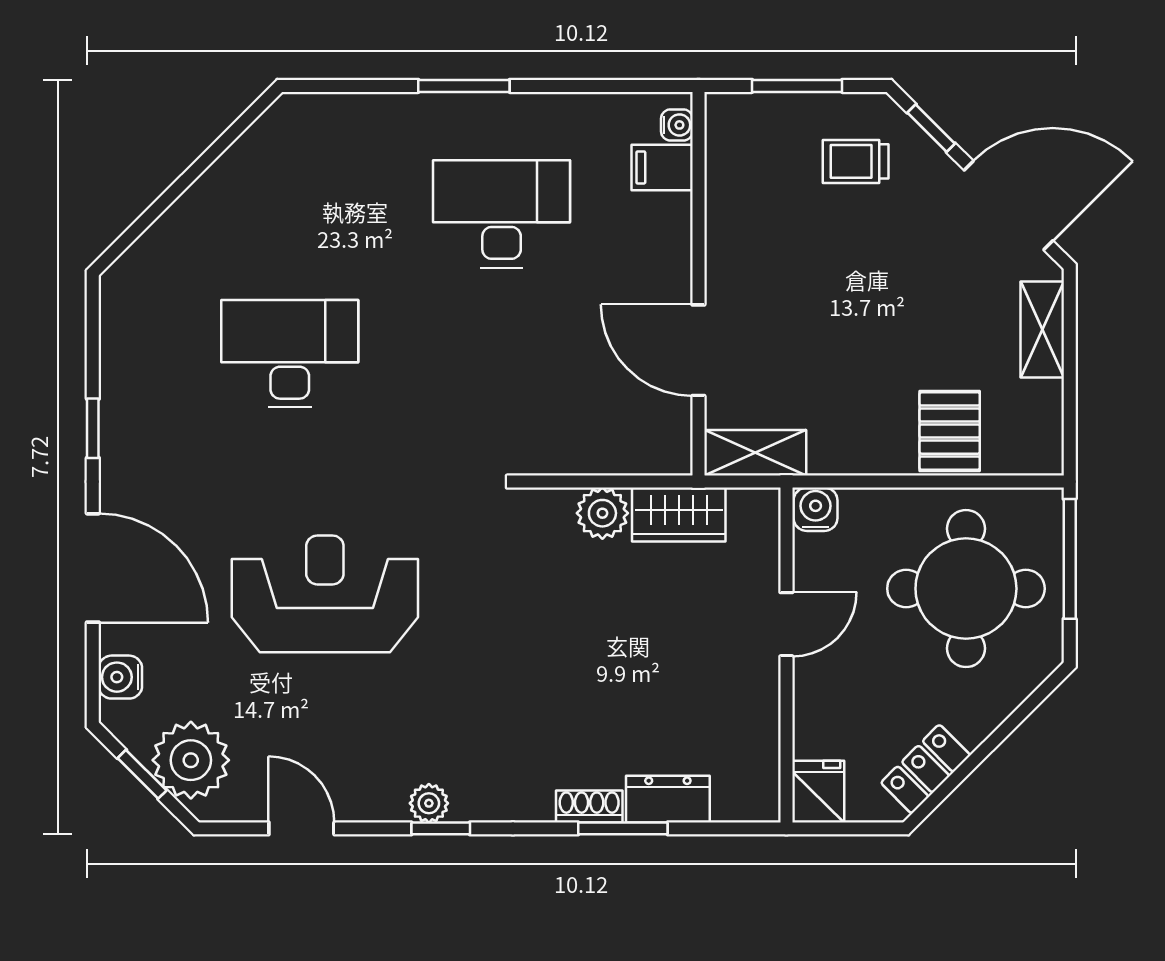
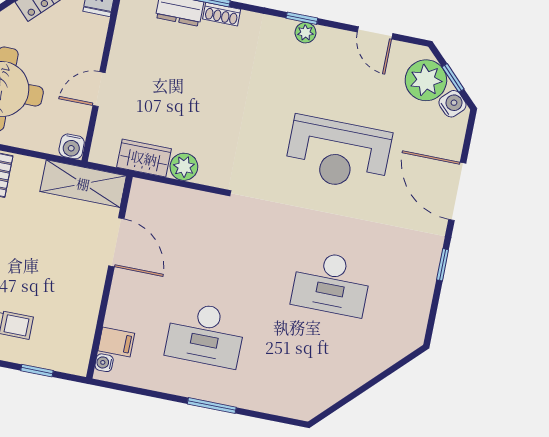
window: (797, 86) -> (37, 371), width x0.67
shelving: (755, 453) -> (83, 184), width x1.50, depth x1.33
water cooler: (120, 677) -> (452, 104), moved, turned -45

